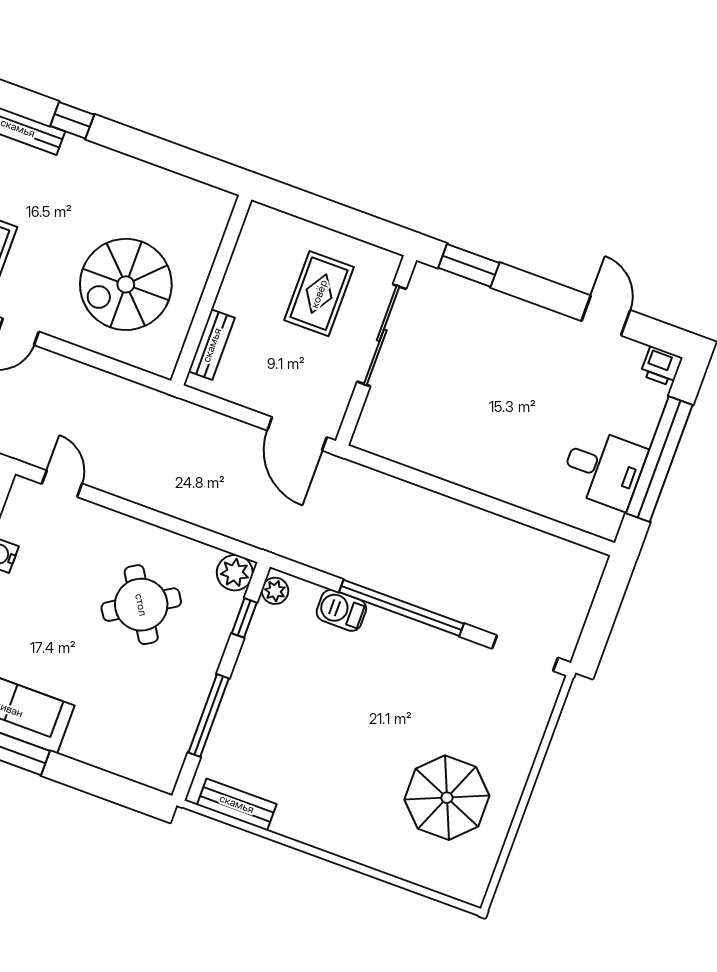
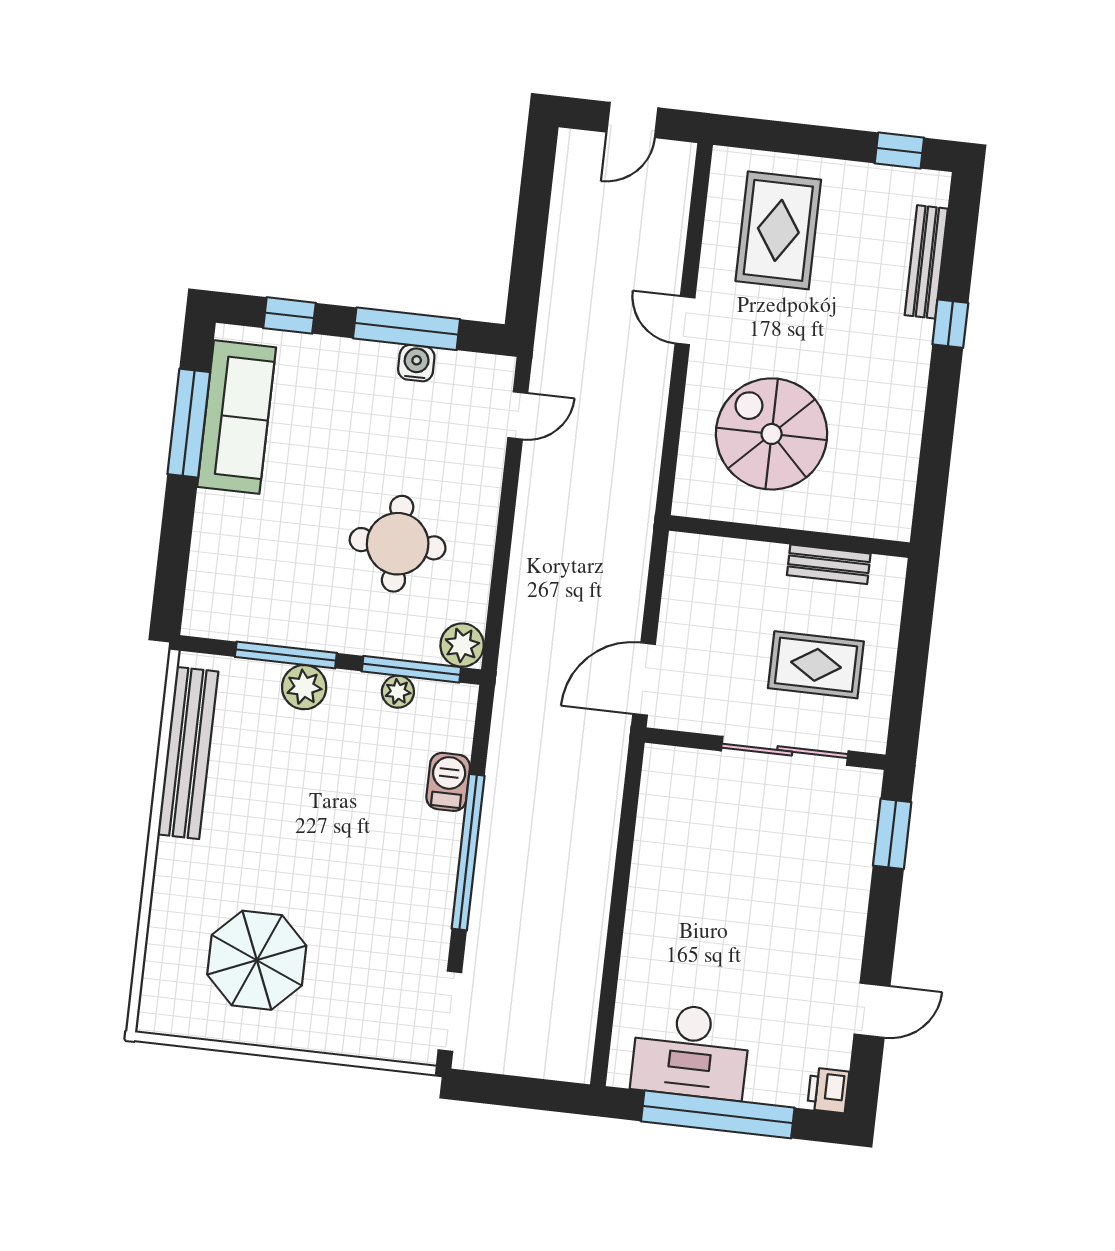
bench: (212, 345) -> (829, 564), moved
desk: (603, 468) -> (691, 1051), width x1.37
plant: (275, 591) -> (398, 692), moved
round table: (141, 605) -> (398, 544), turned 32
window: (244, 618) -> (411, 669), width x2.17
plant: (238, 707) -> (304, 687), added
bench: (237, 804) -> (188, 753), width x1.86, depth x1.21

